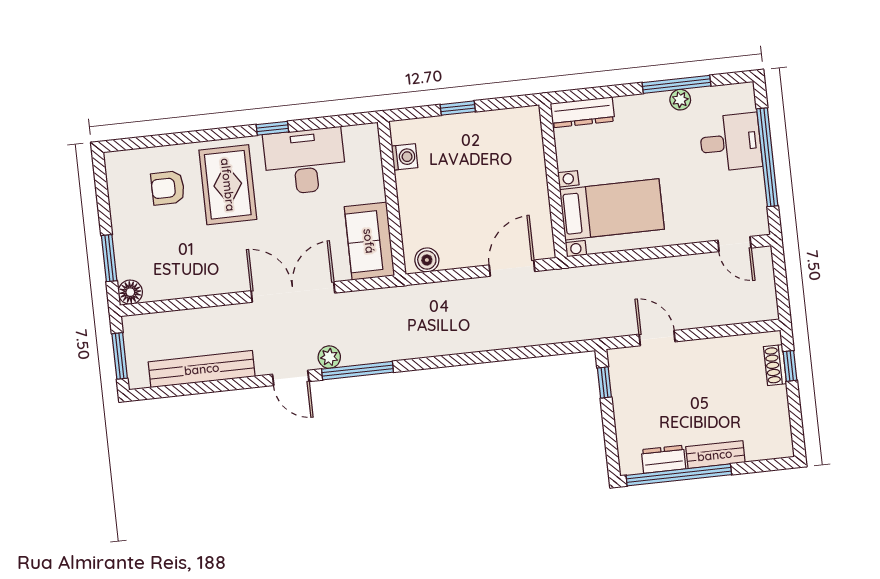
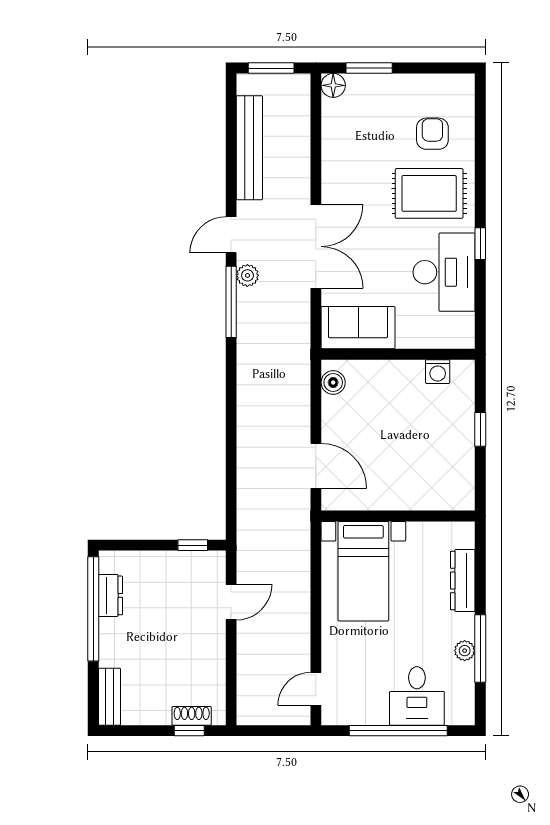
dresser: (582, 112) -> (463, 580), moved
bench: (715, 455) -> (109, 697), moved

